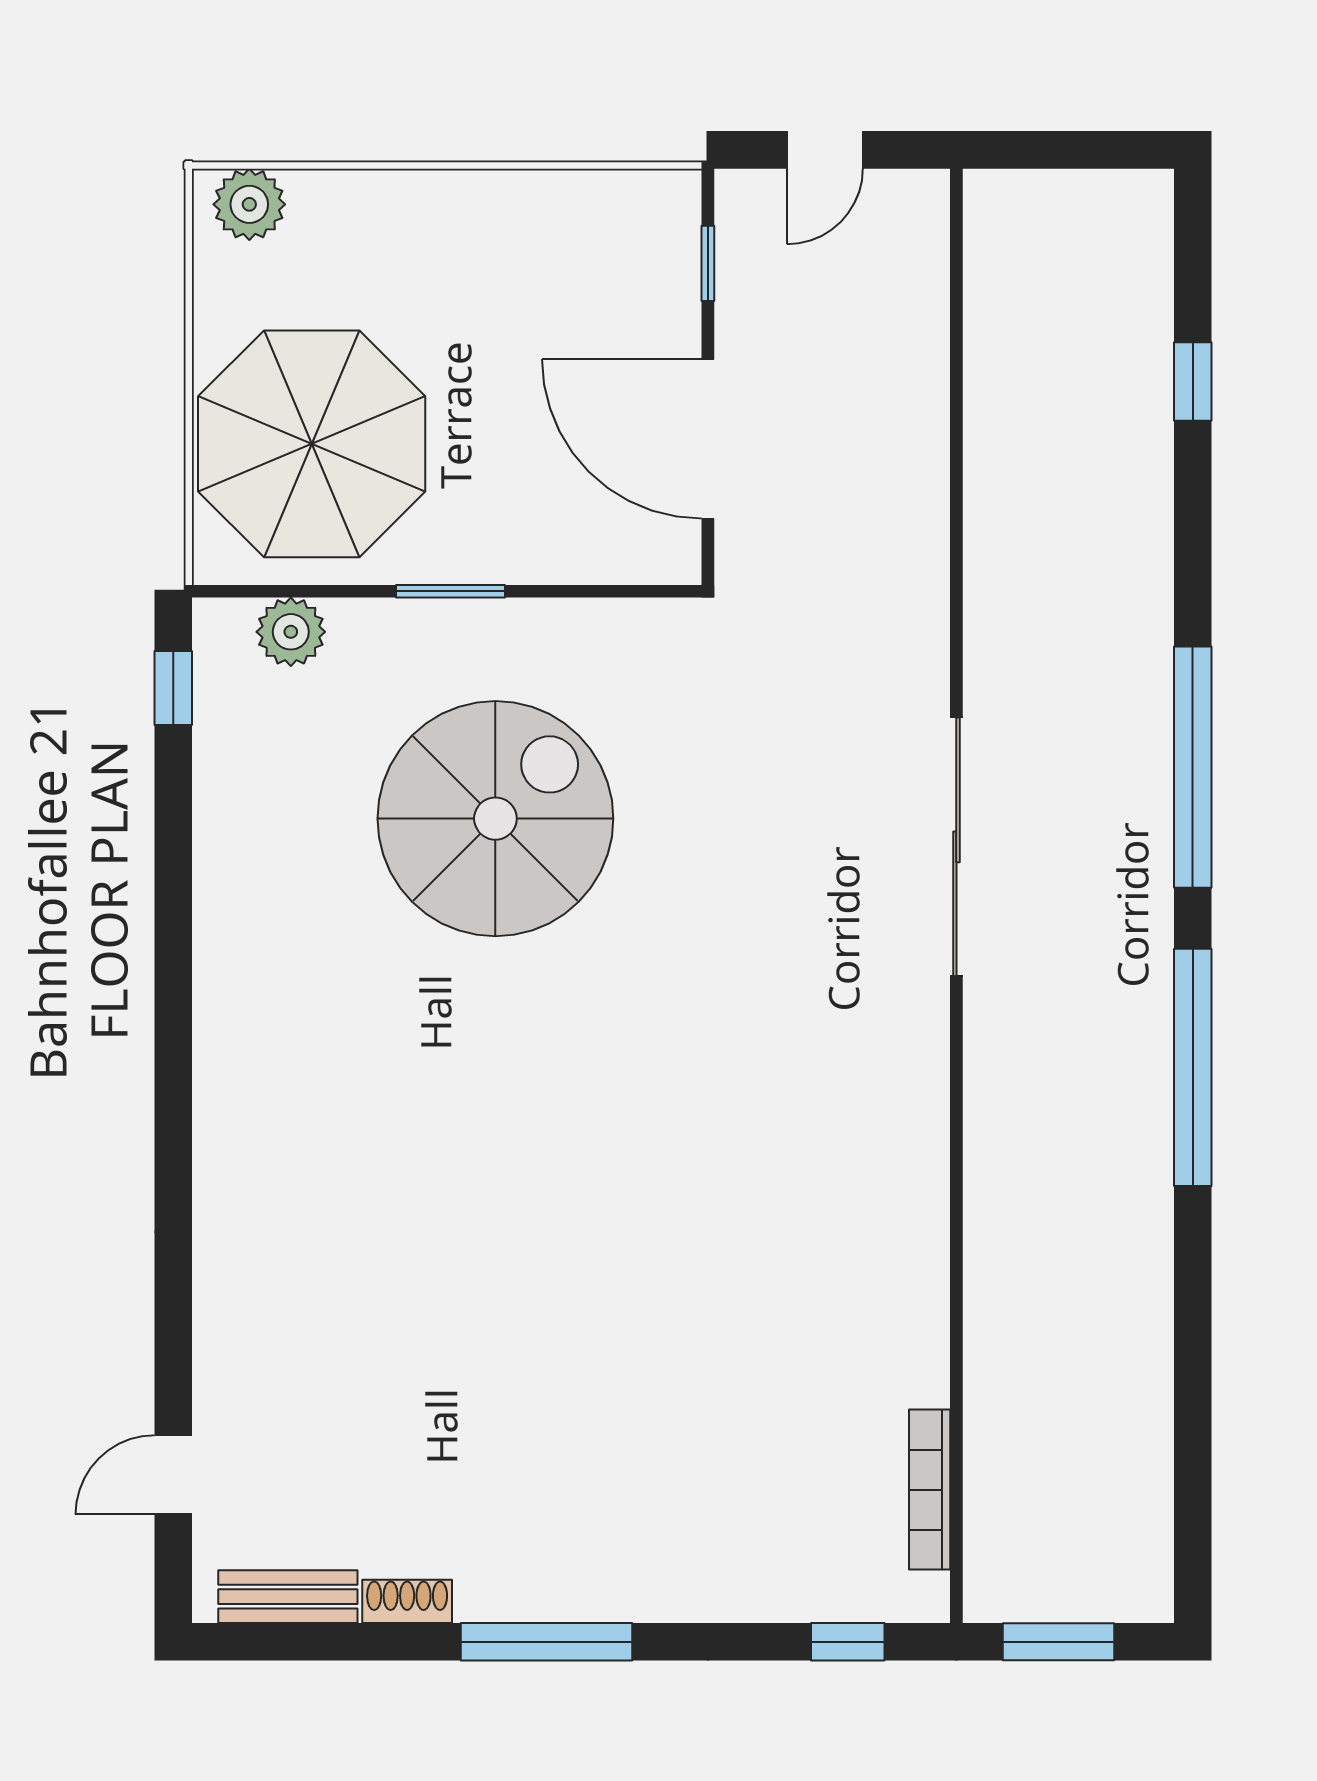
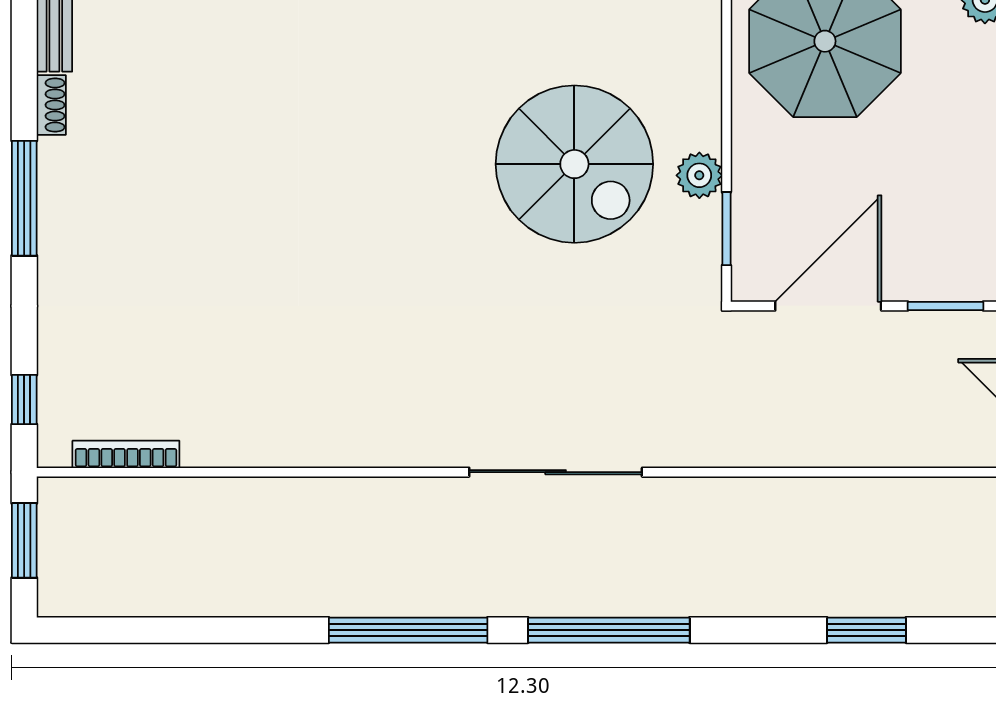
window: (708, 263) -> (946, 306), width x1.50
window: (1193, 382) -> (867, 630), width x1.50
window: (450, 591) -> (726, 229), moved
plant: (291, 632) -> (699, 175), moved

